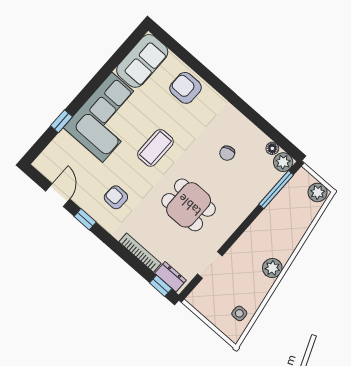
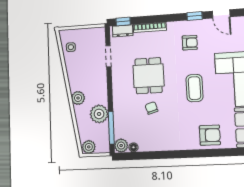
chair: (227, 153) -> (152, 108), moved
dining table: (189, 205) -> (148, 76), turned 90
plant: (275, 216) -> (99, 114), added
plant: (272, 268) -> (78, 98), moved

